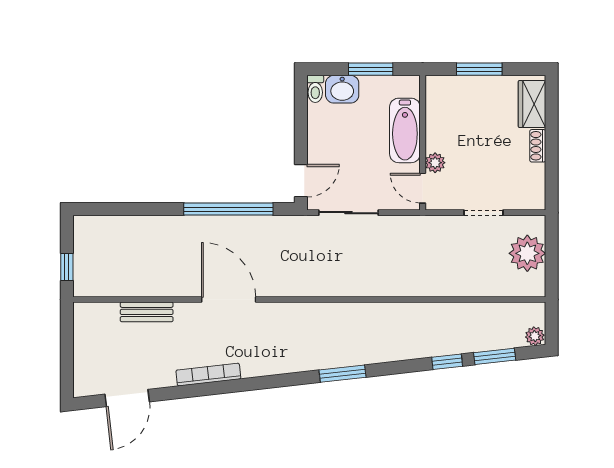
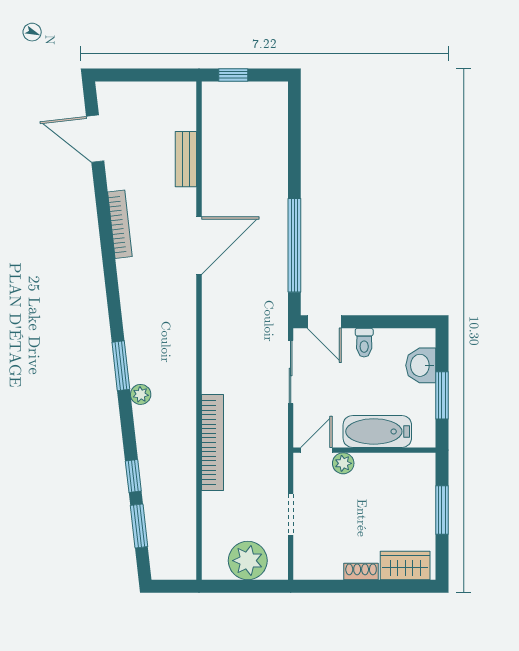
toilet: (315, 89) -> (364, 343), moved, turned -90
bookcase: (415, 287) -> (212, 443), added
plant: (535, 336) -> (141, 394), moved

